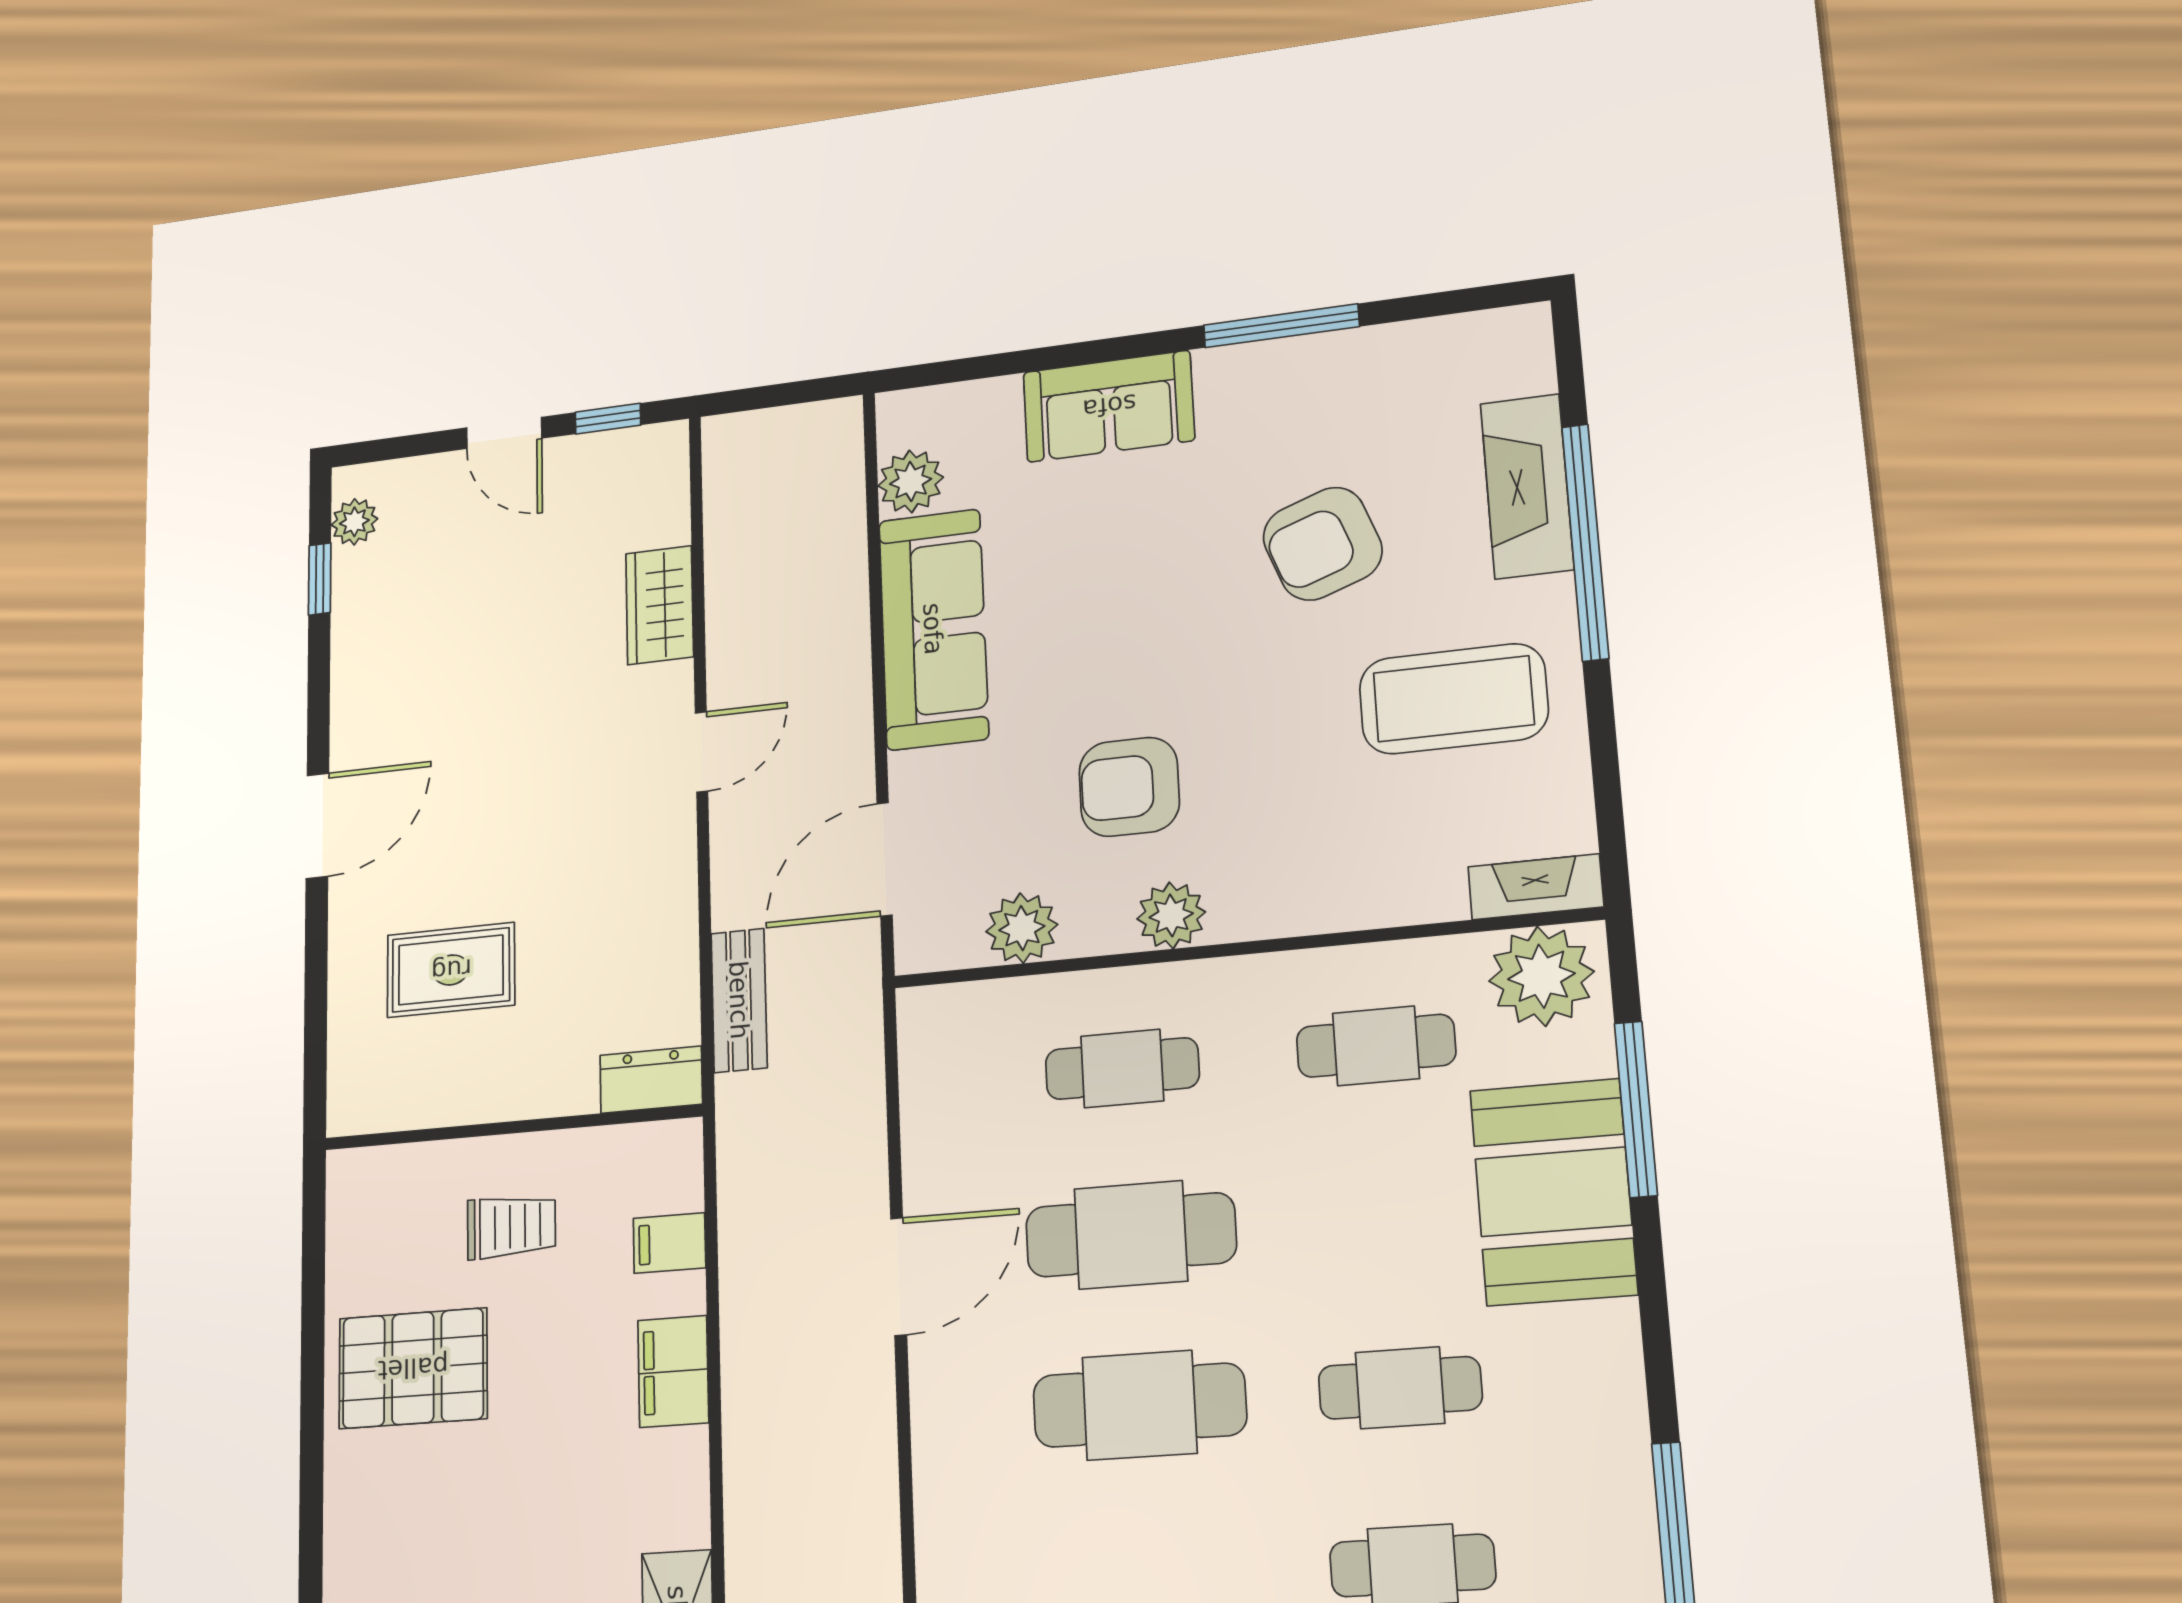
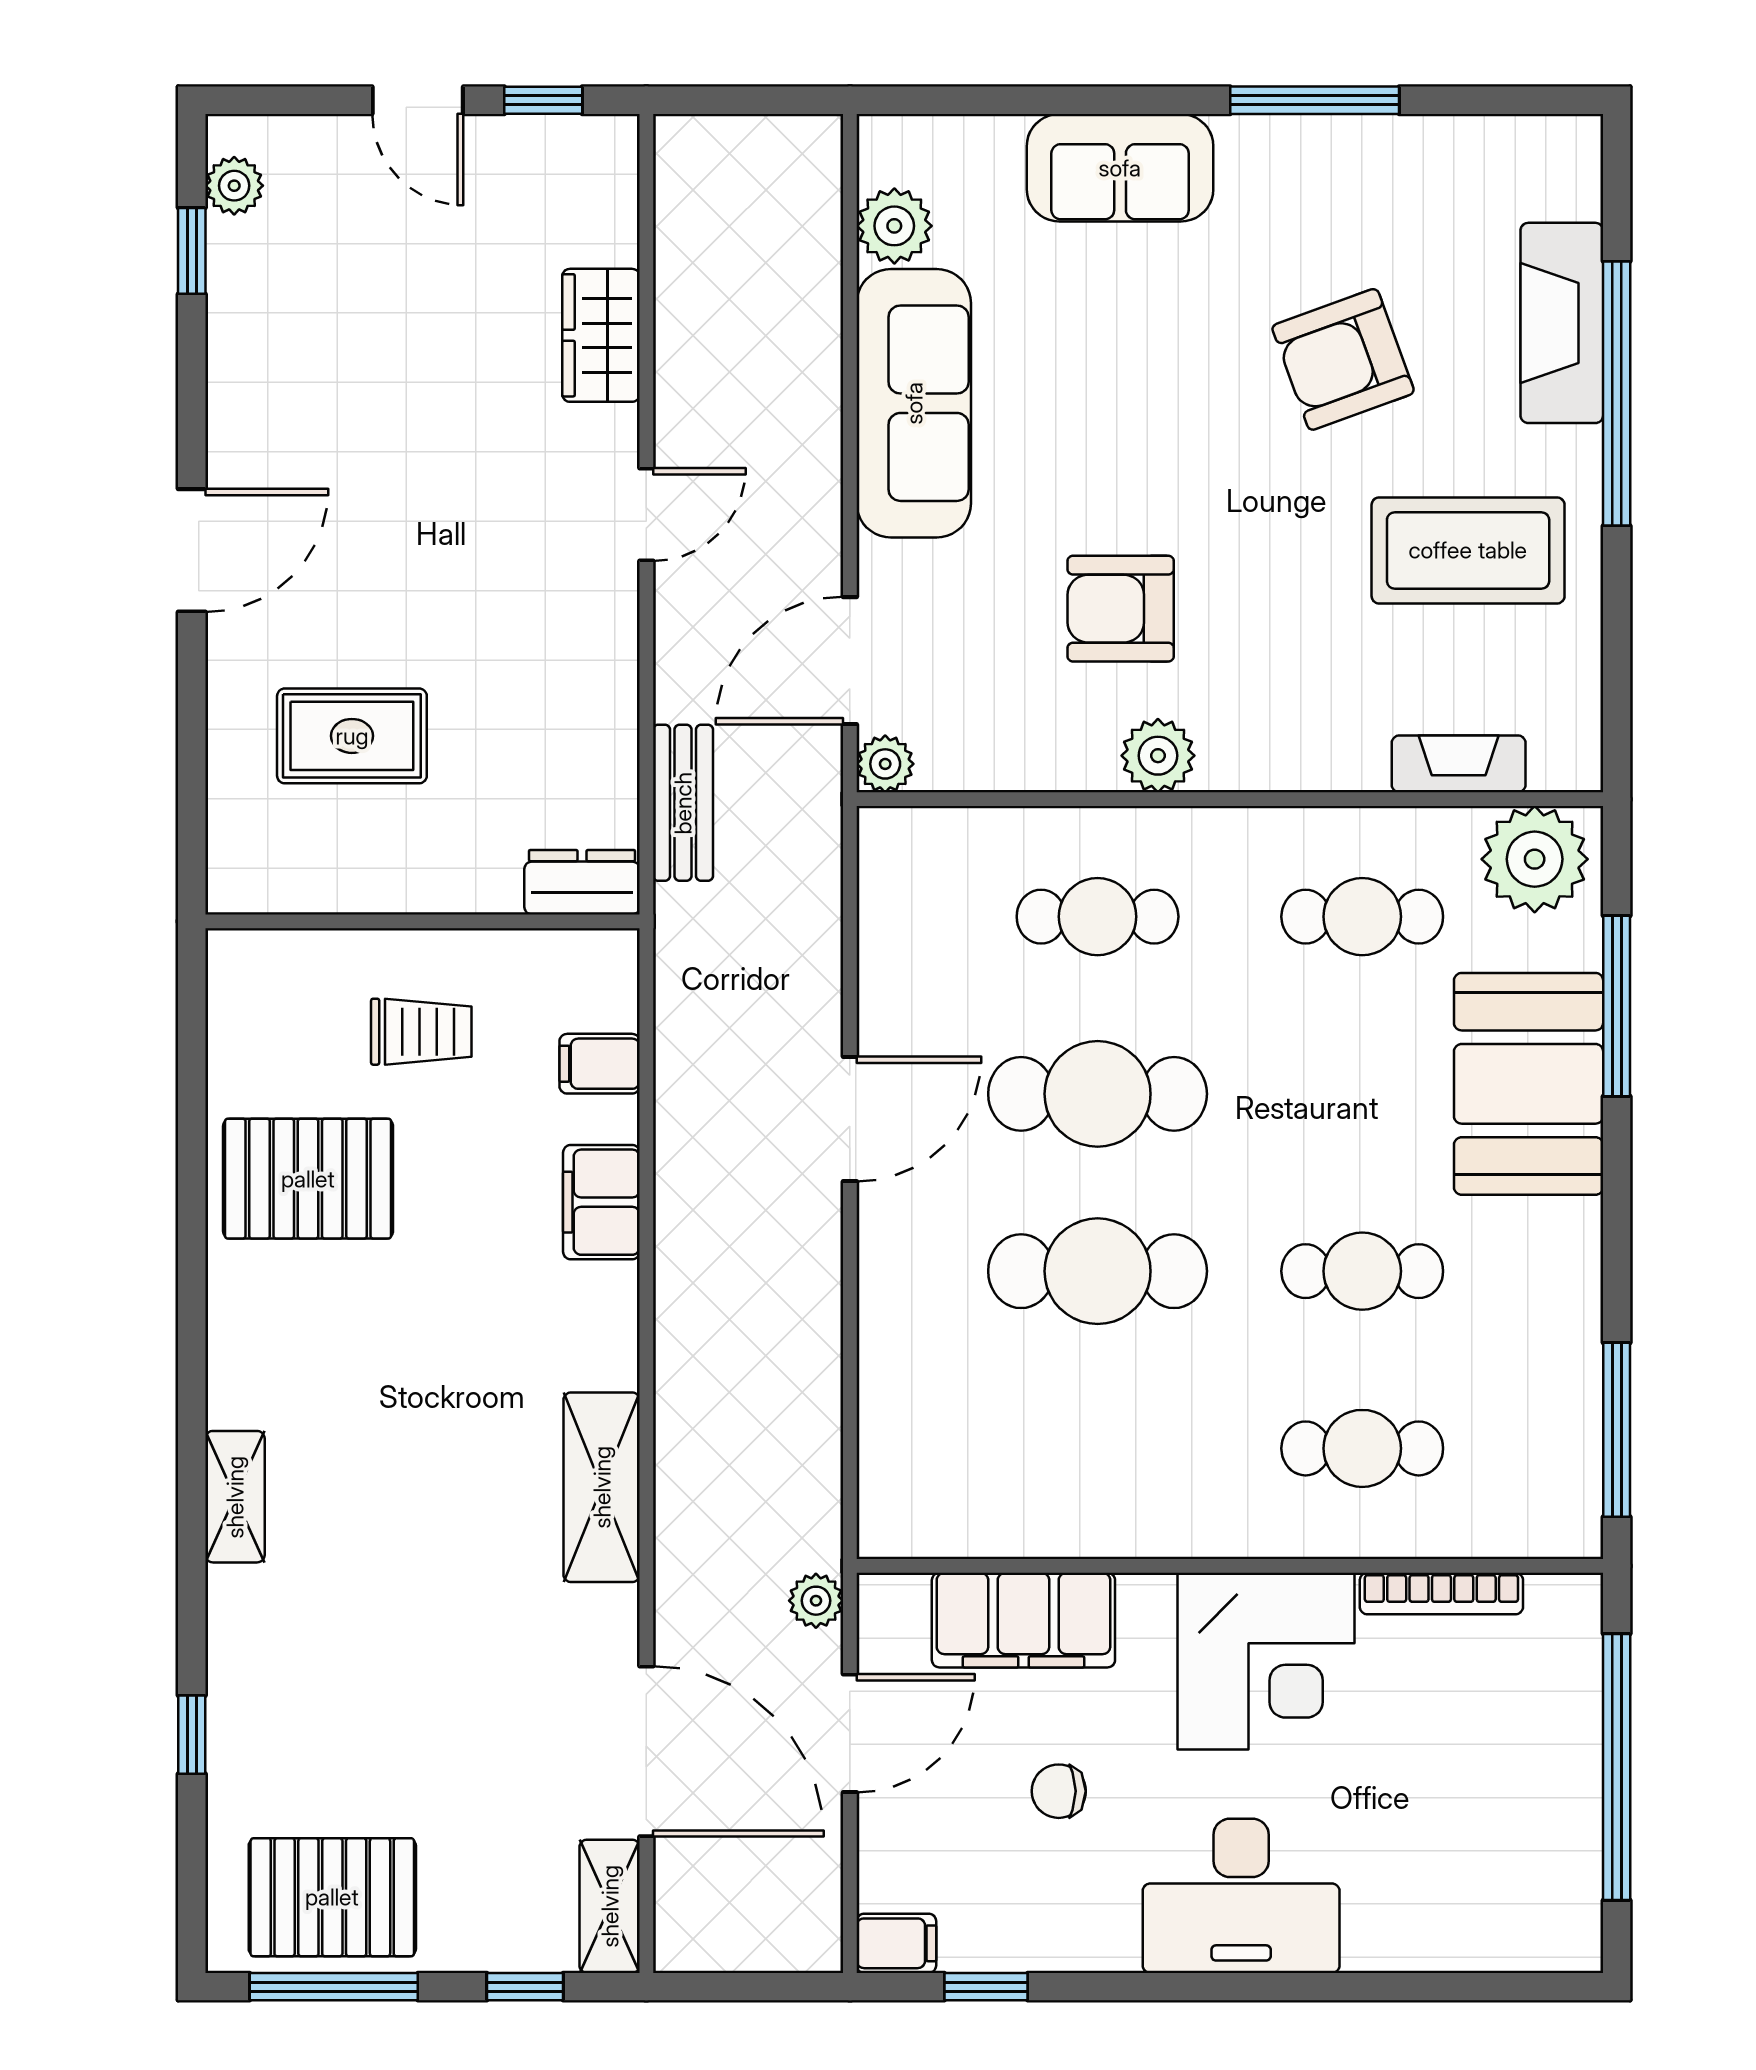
fireplace: (1536, 887) -> (1459, 764), moved
plant: (1022, 928) -> (885, 764), moved, width x0.73, depth x0.73

